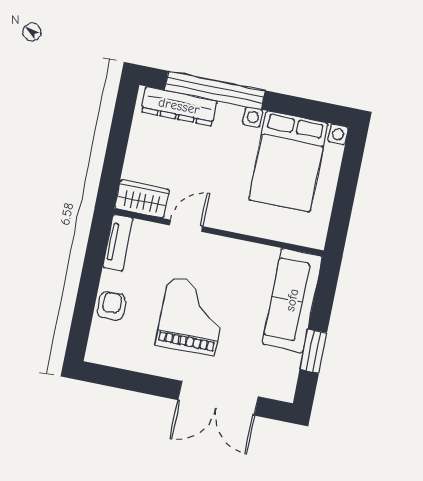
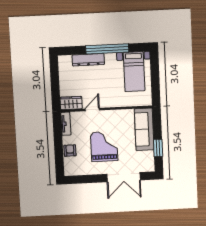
window: (215, 90) -> (107, 49), moved
dresser: (179, 106) -> (88, 60), moved
bed with nightstands: (288, 161) -> (134, 72), width x0.73

